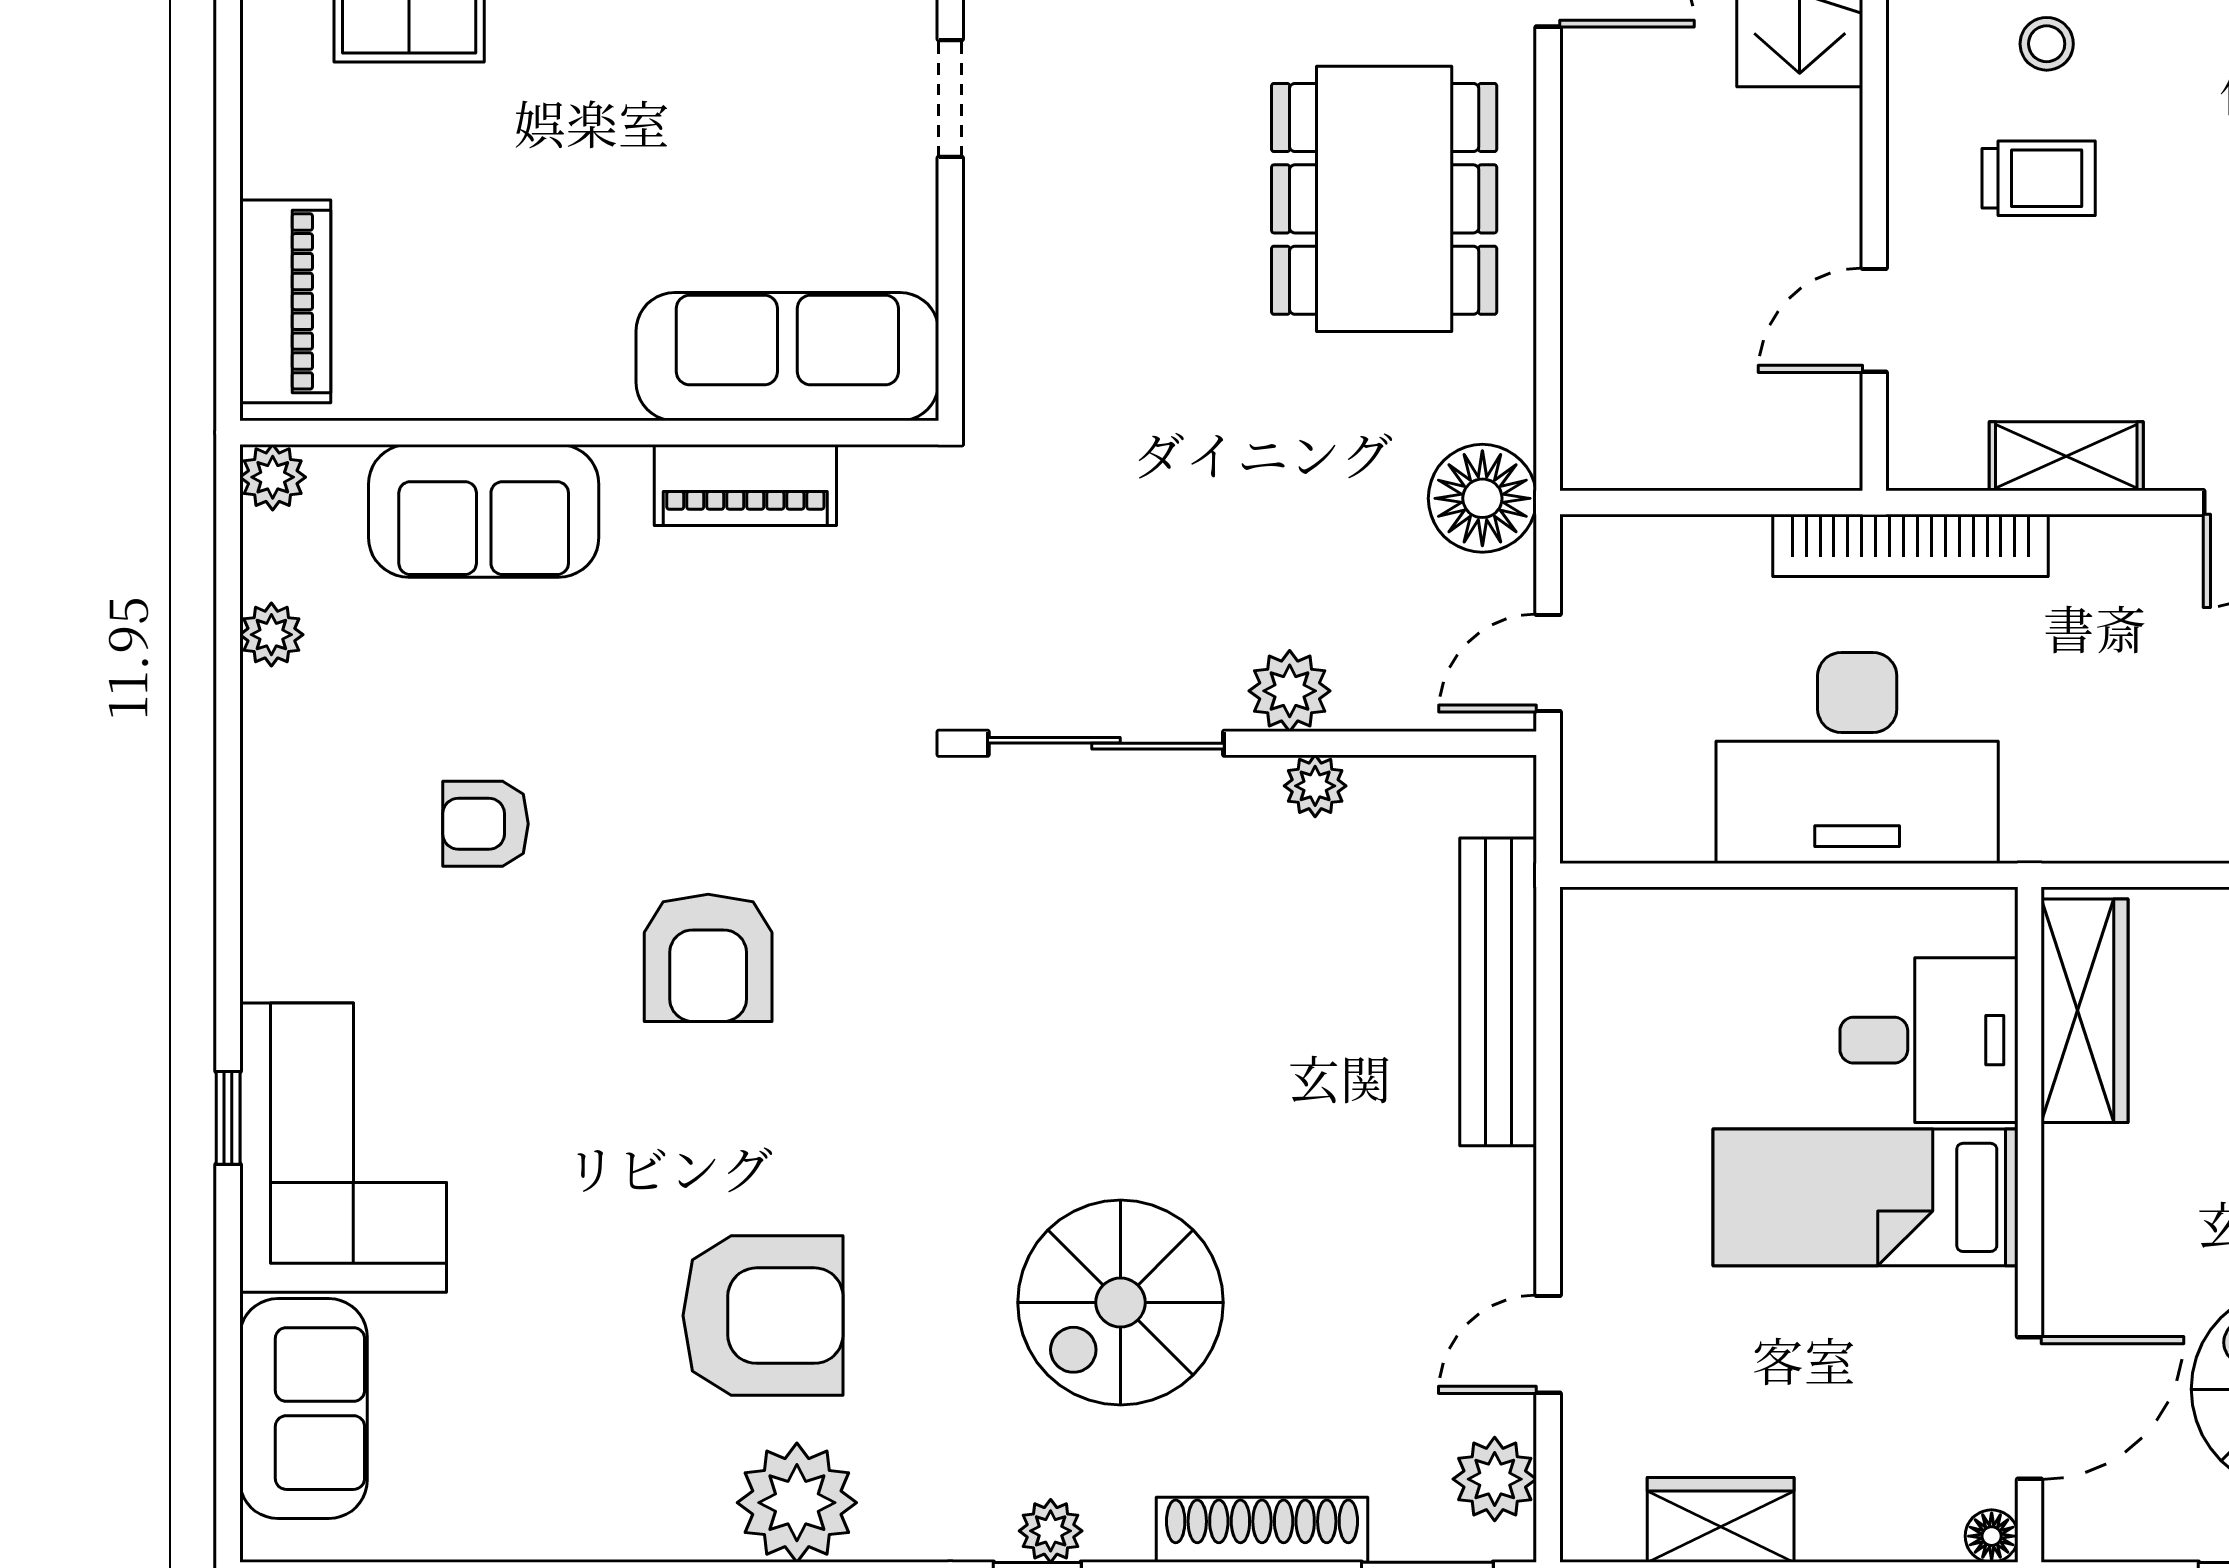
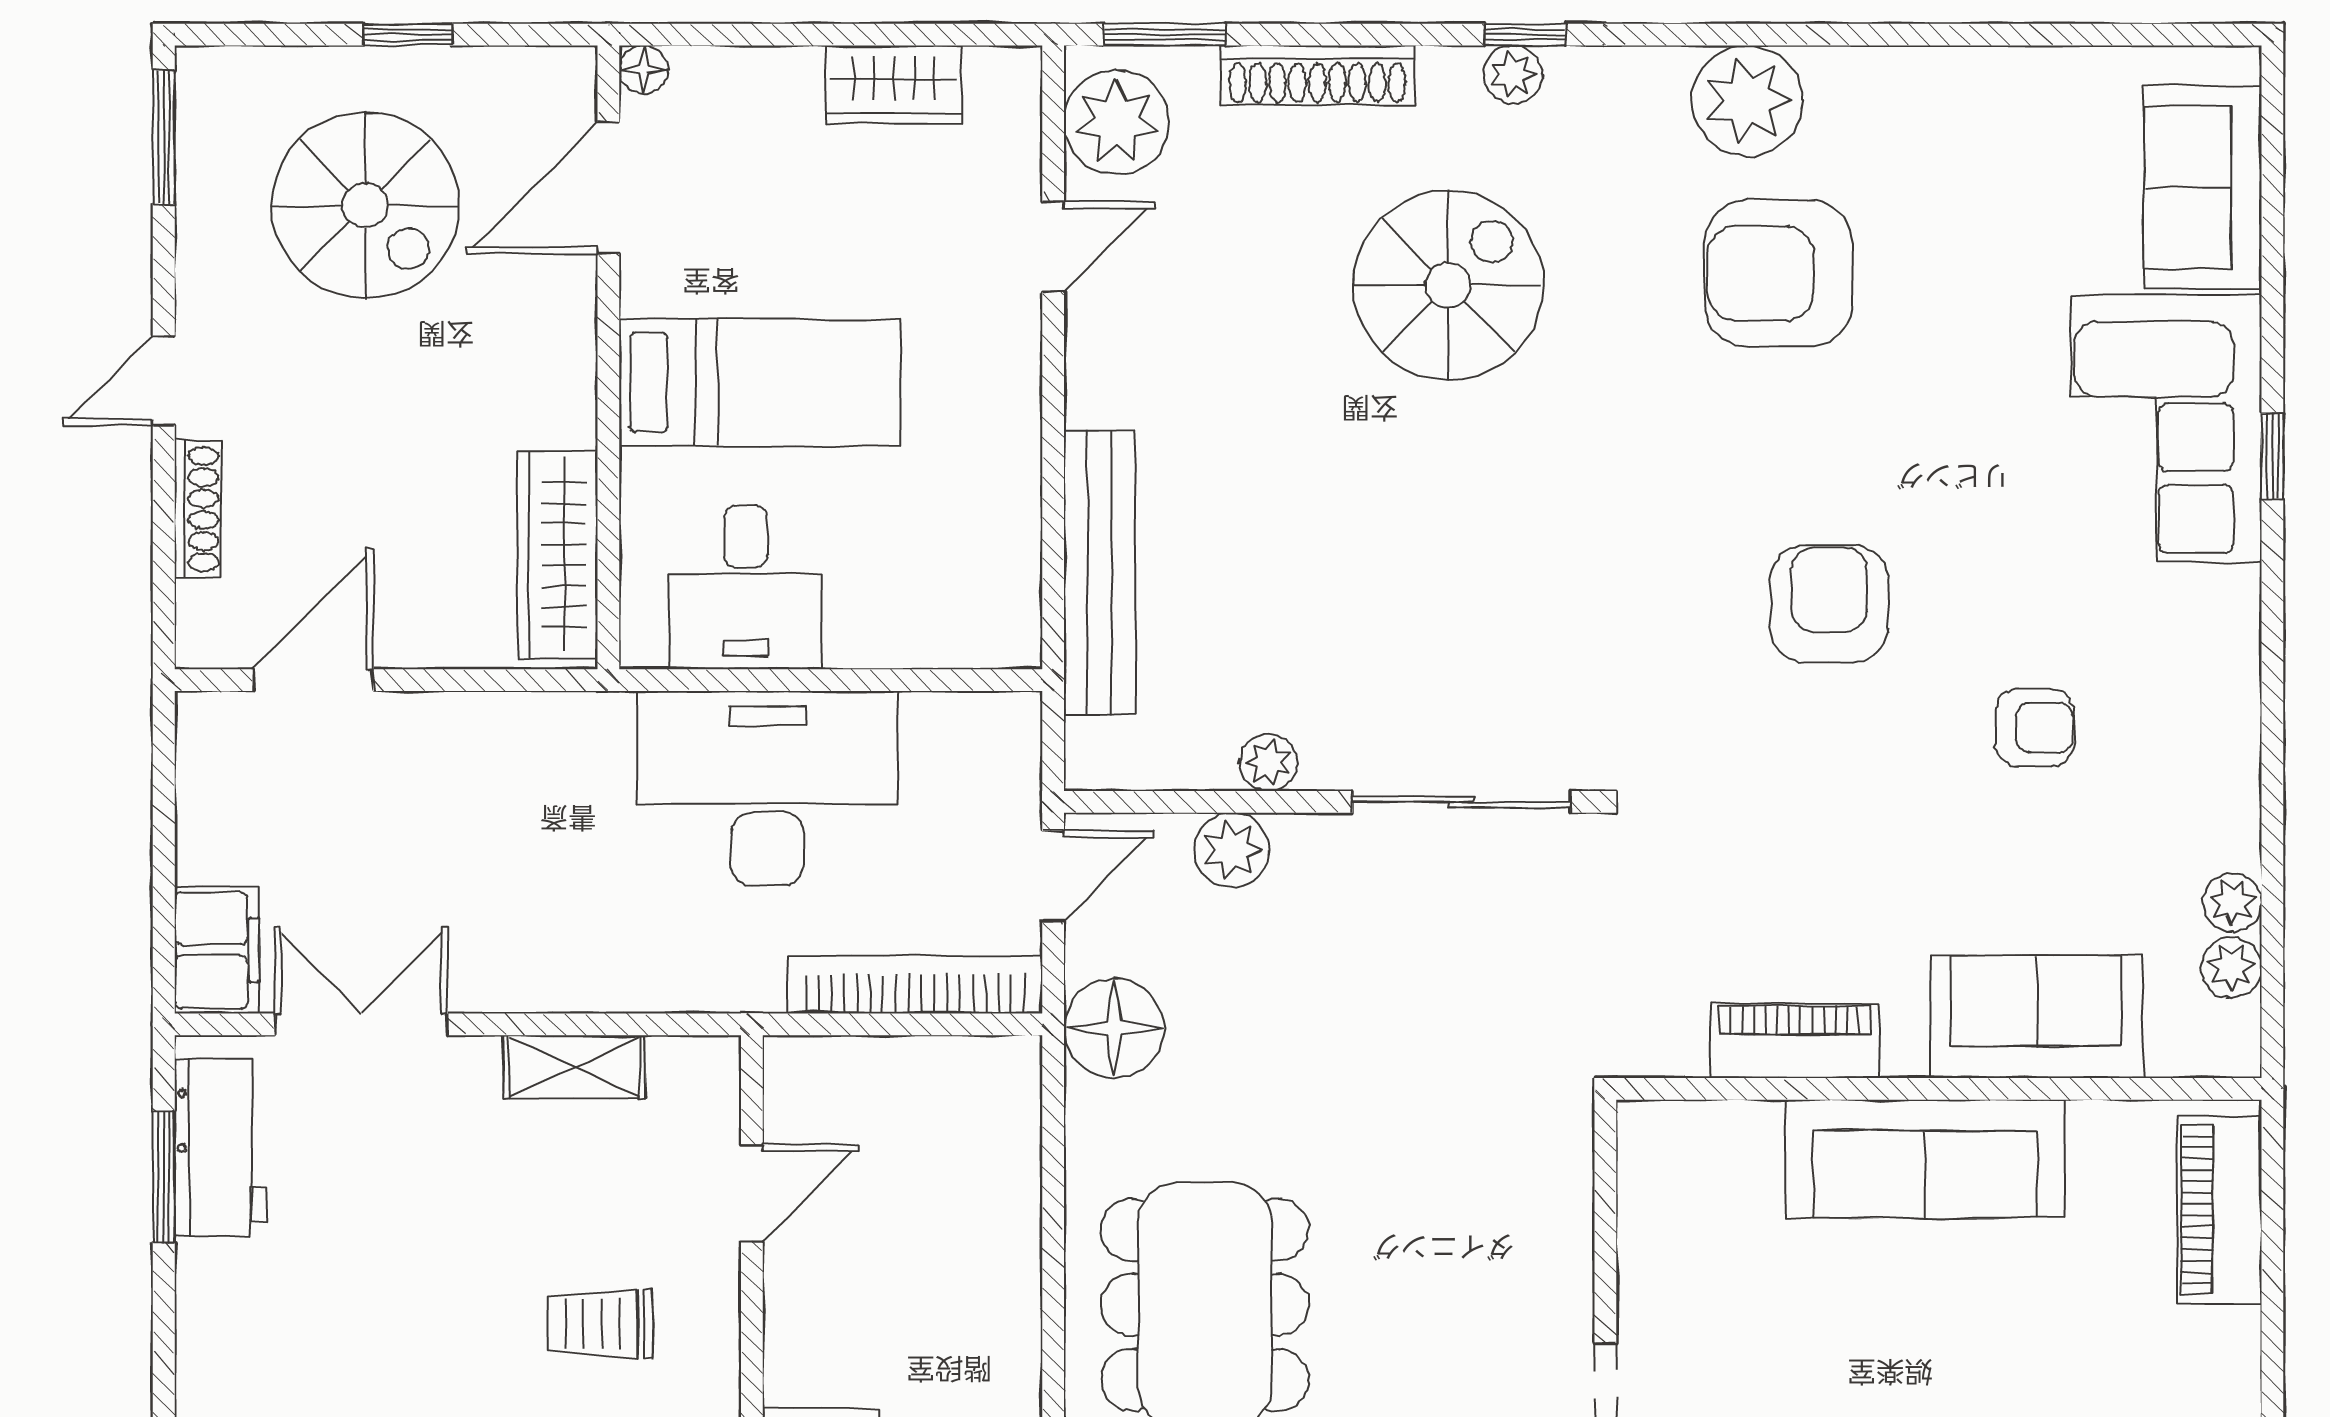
sofa: (787, 357) -> (1925, 1159), moved
plant: (273, 477) -> (2231, 968), moved
bookcase: (1910, 545) -> (915, 985), moved
plant: (1290, 691) -> (1232, 850), moved
desk: (1929, 1040) -> (746, 587), moved, turned -90
plant: (1495, 1479) -> (1116, 122), width x1.36, depth x1.36

